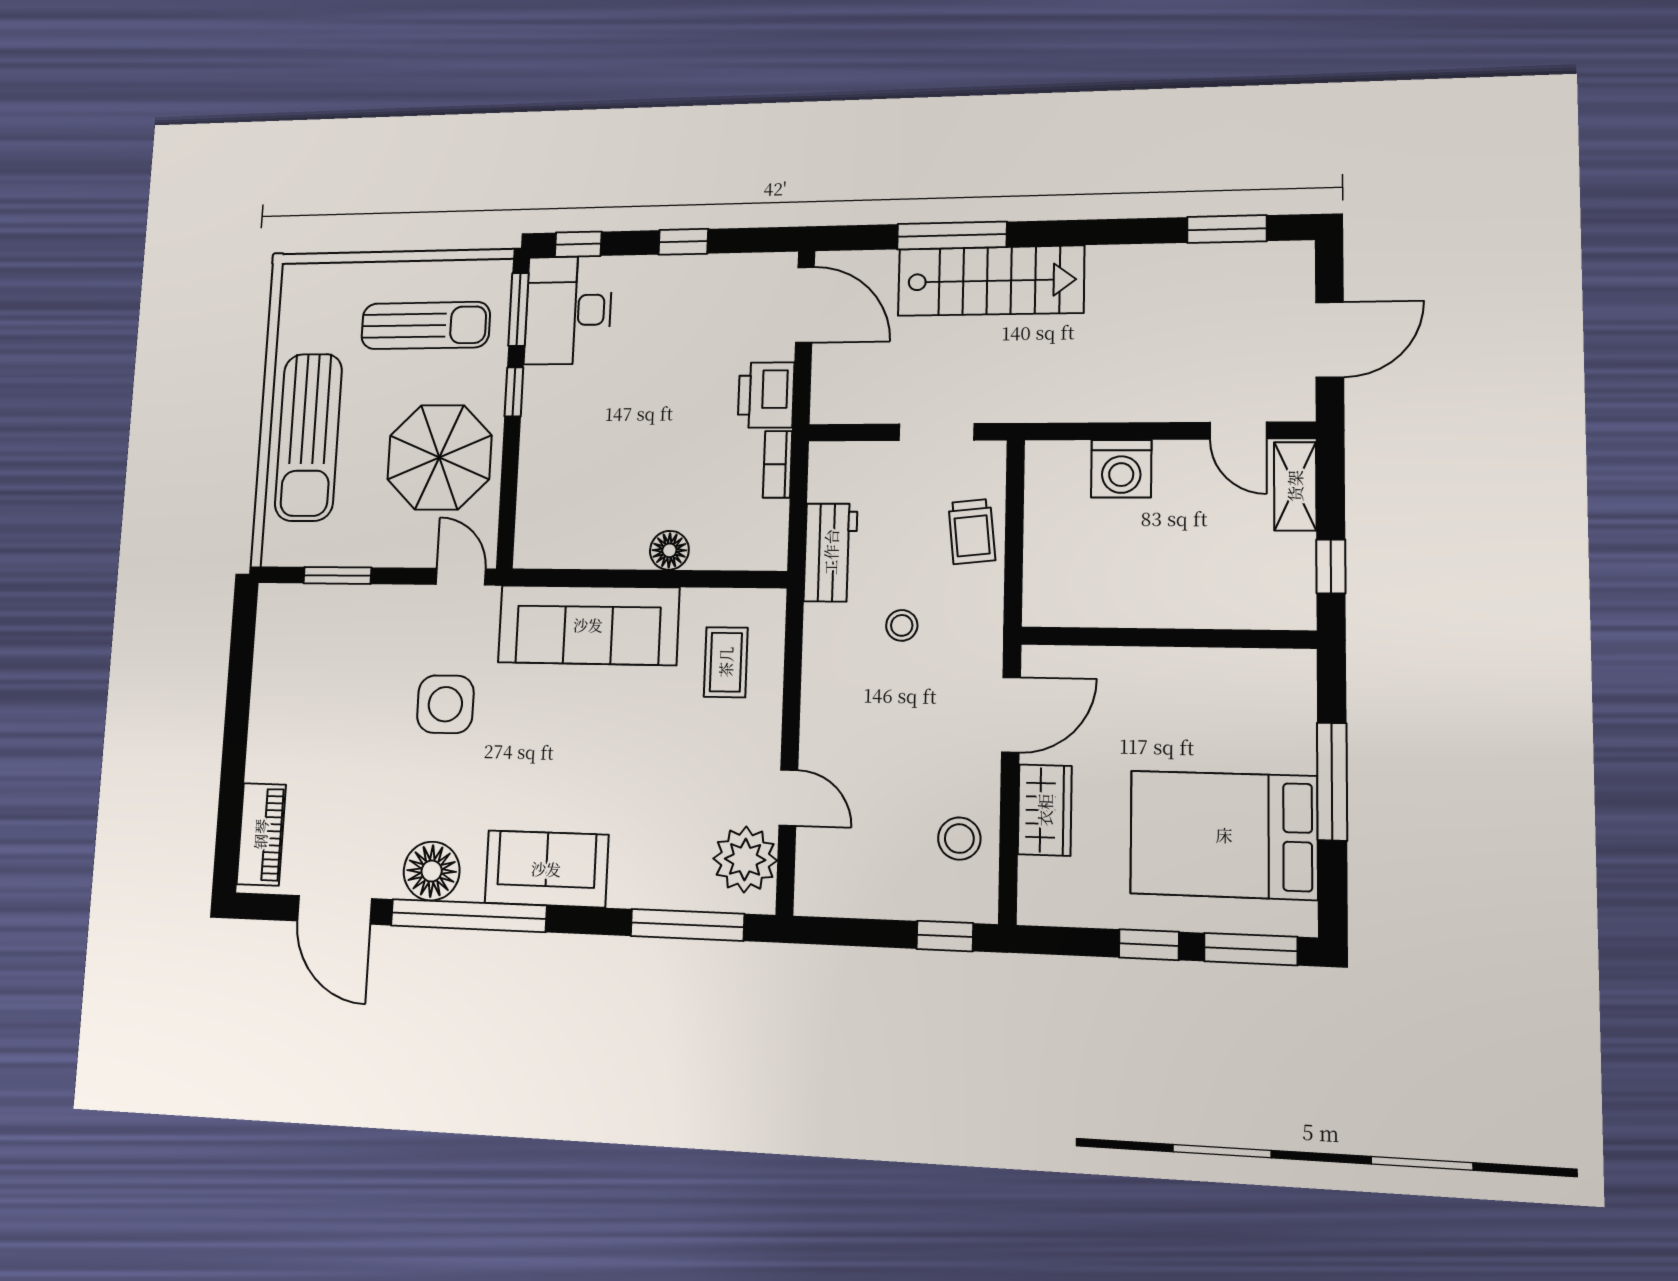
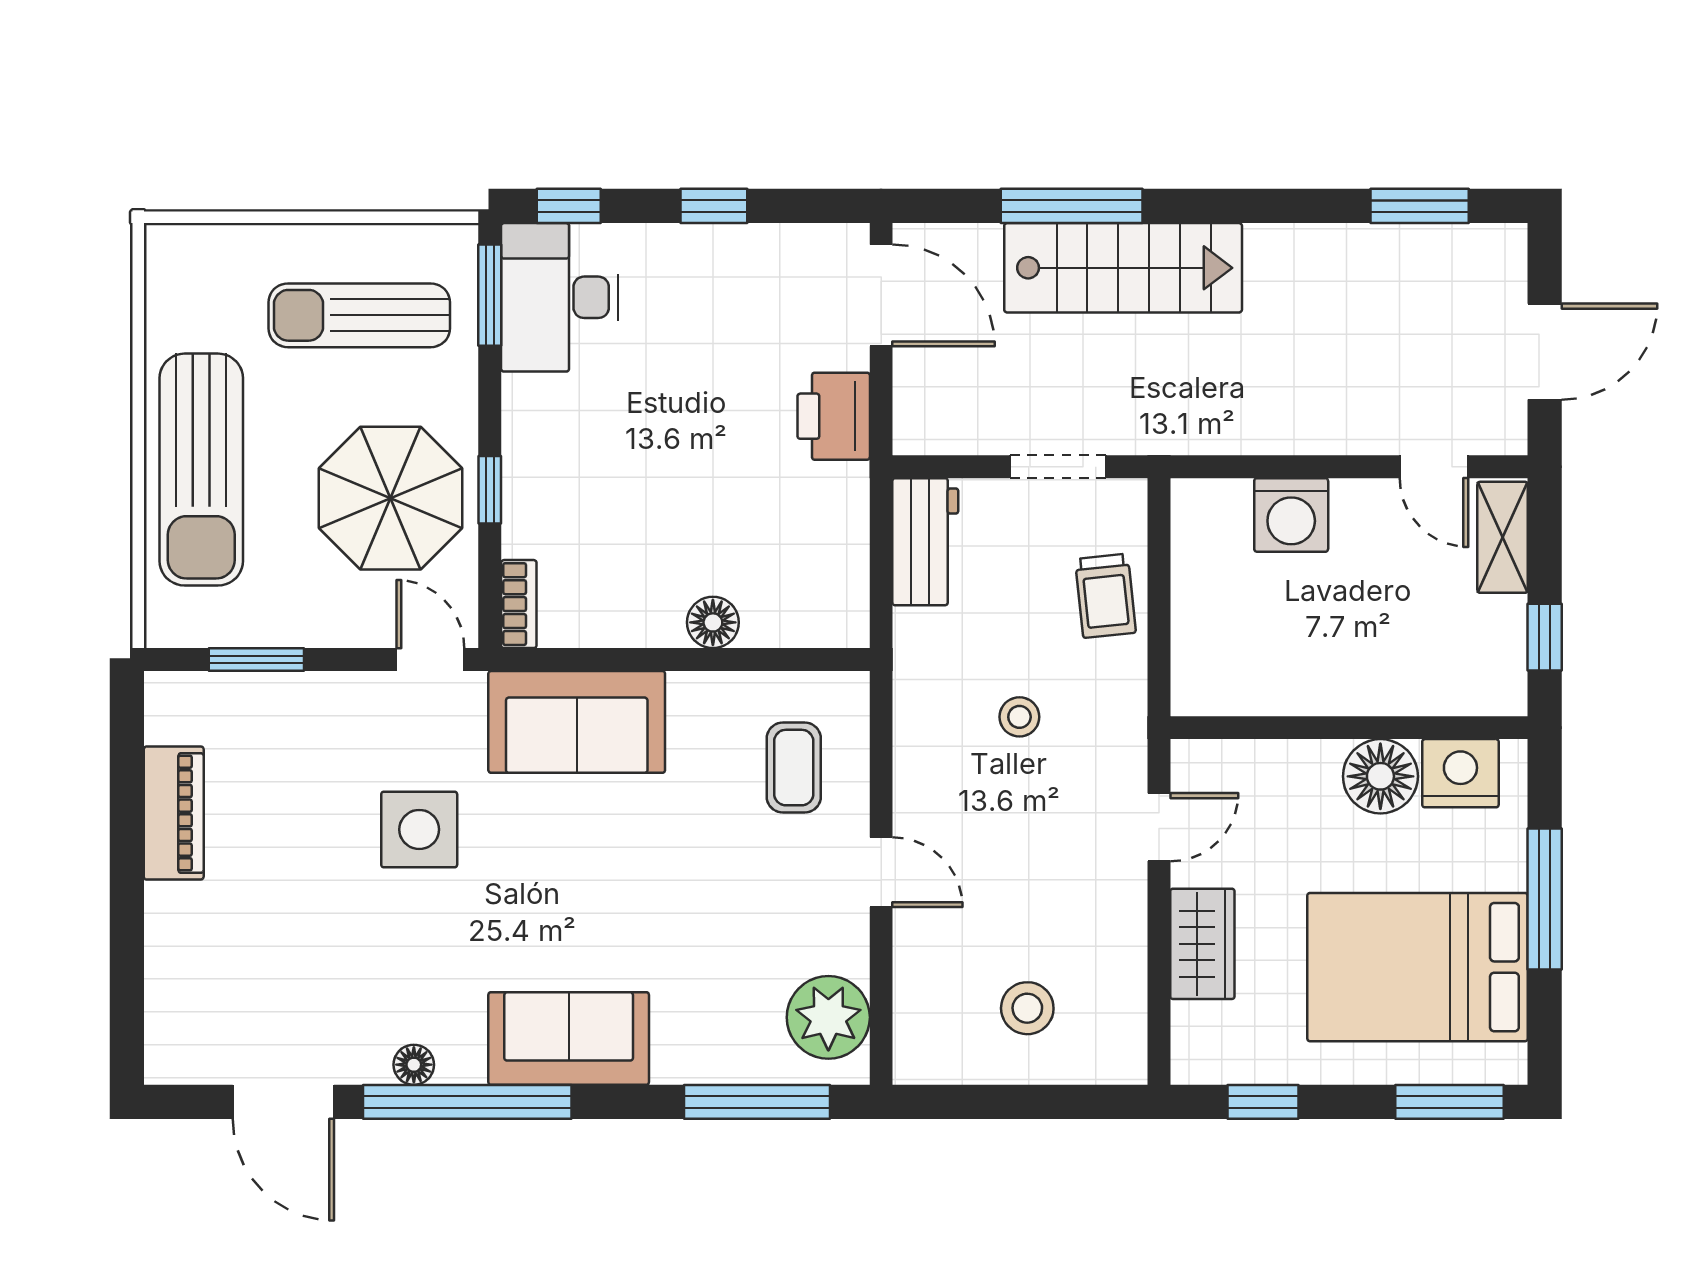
sun lounger: (425, 325) -> (359, 315), turned 180
window: (514, 392) -> (490, 490), moved
bookcase: (778, 464) -> (519, 604), moved, turned 180
workbench: (831, 552) -> (925, 542), moved
sofa: (588, 625) -> (577, 722), width x0.73
nightstand: (1260, 676) -> (1460, 773), added
floor lamp: (1193, 677) -> (1380, 776), added
door: (1011, 715) -> (1159, 827), width x0.73
door: (788, 798) -> (881, 872), moved
piano: (261, 834) -> (174, 813), moved
stool: (959, 839) -> (1027, 1008), moved
floor lamp: (432, 871) -> (414, 1065), width x0.53, depth x0.53
window: (945, 936) -> (1083, 1102), removed
window: (1149, 945) -> (1263, 1102), moved

